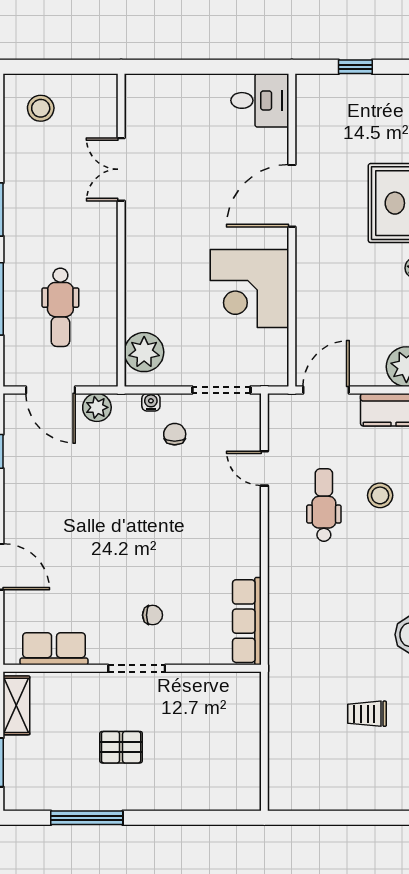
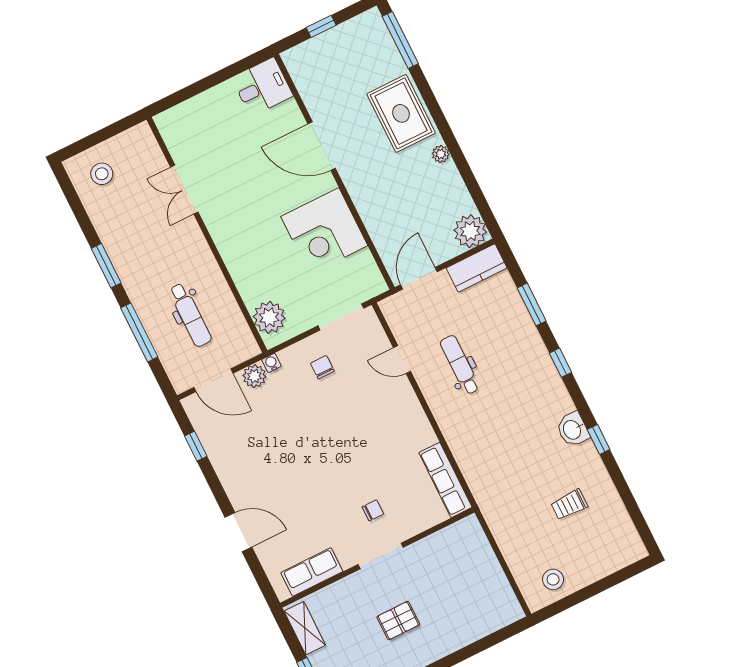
door: (292, 196) -> (322, 146), hinge flipped
water cooler: (151, 402) -> (271, 363), moved
stool: (380, 495) -> (553, 579), moved

